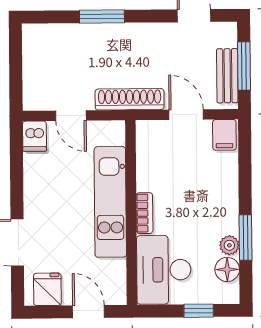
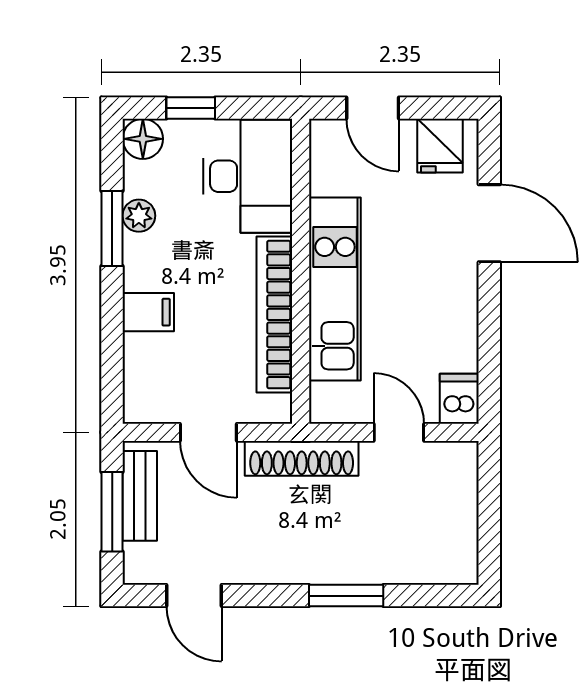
filing cabinet: (224, 135) -> (148, 312), moved, turned 90
bookcase: (144, 213) -> (274, 314), width x2.31, depth x1.31
floor lamp: (227, 269) -> (143, 139), moved

